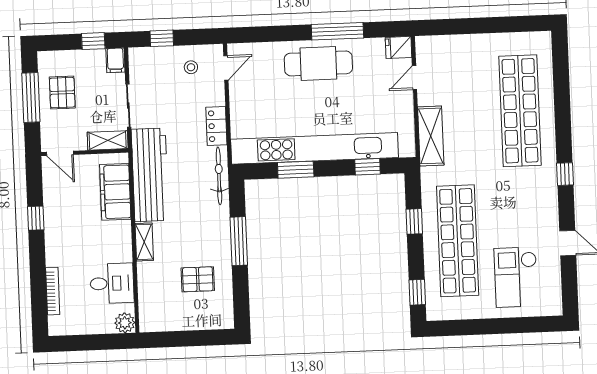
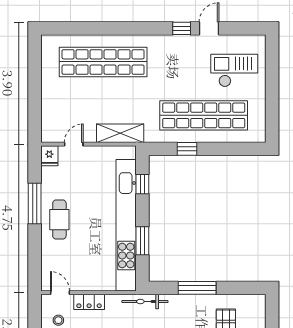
cafe table: (318, 63) -> (59, 220), width x0.73, depth x0.74
door: (415, 78) -> (74, 144), swing flipped
locker: (216, 126) -> (89, 302), moved
window: (565, 174) -> (182, 28), moved
checkout: (516, 277) -> (234, 70), turned 180
window: (417, 292) -> (243, 149), removed

